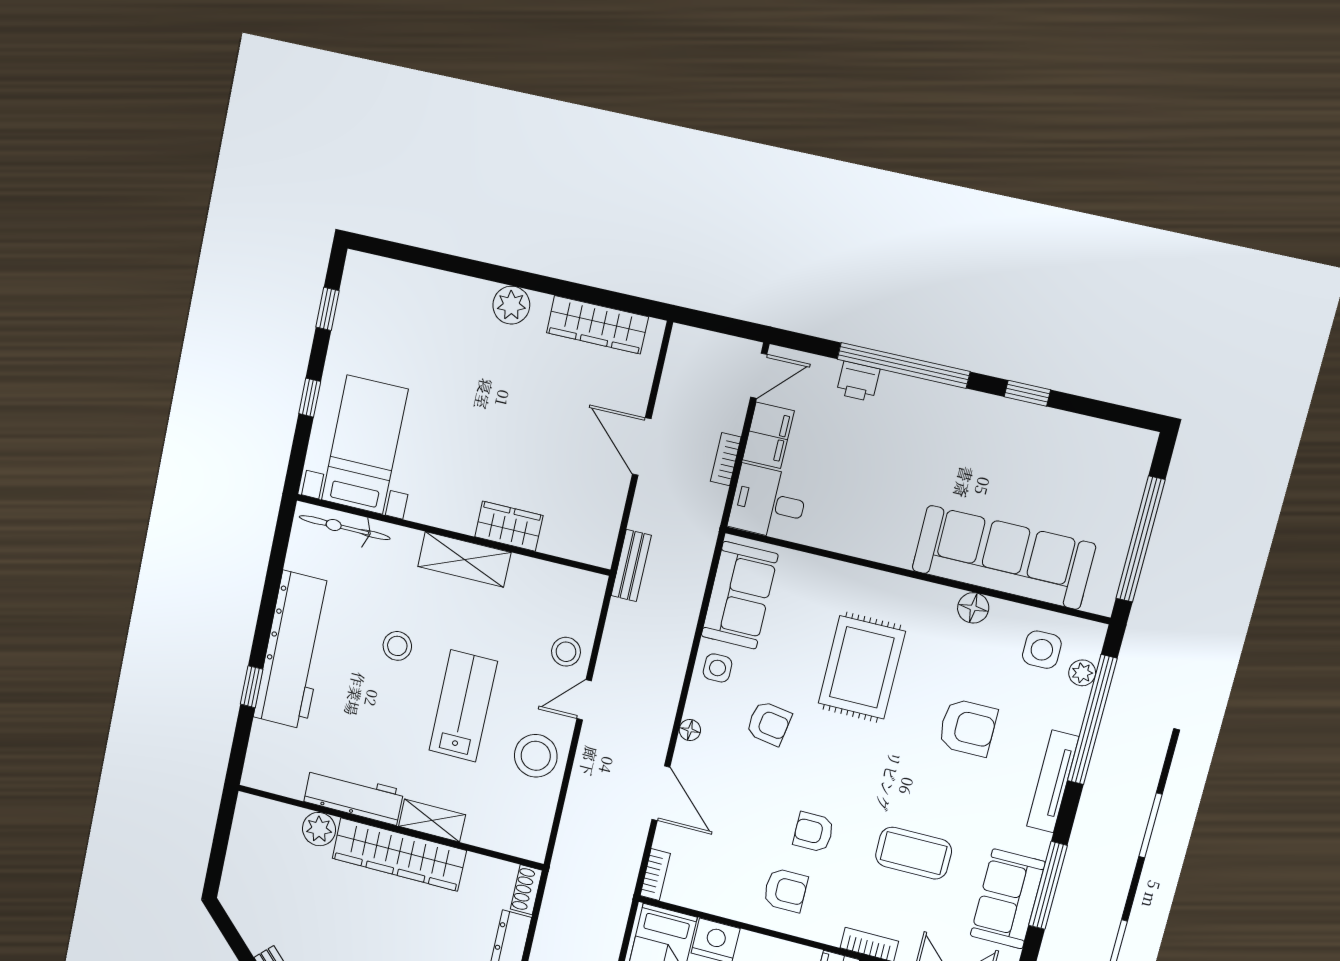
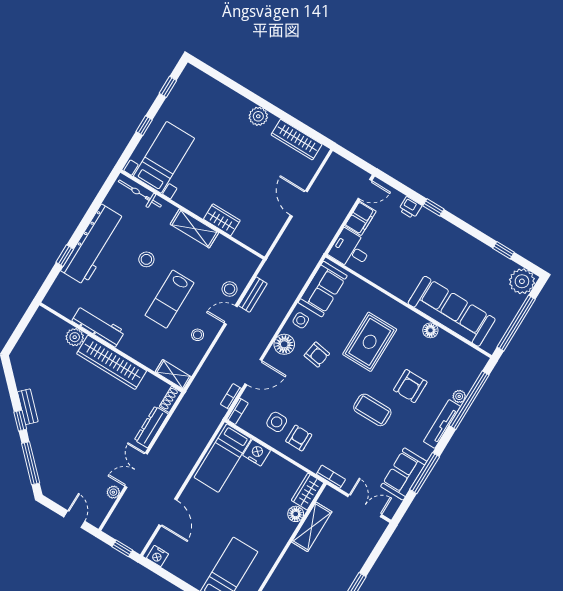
window: (904, 365) -> (433, 207), width x0.32
window: (1027, 393) -> (503, 250), moved
plant: (1127, 452) -> (522, 281), added
bookcase: (726, 459) -> (231, 396), moved
bench: (631, 565) -> (253, 295), moved
side table: (1042, 650) -> (277, 422), moved
plant: (1082, 673) -> (459, 396), moved
lab bench: (463, 706) -> (169, 299), turned 180
armchair: (968, 728) -> (410, 386), turned 90
floor lamp: (690, 730) -> (284, 344), width x1.89, depth x1.89
stool: (536, 756) -> (198, 335), width x0.53, depth x0.53
door: (661, 793) -> (253, 372), hinge flipped
shelving: (432, 820) -> (173, 374), moved
armchair: (813, 832) -> (321, 414), removed
coffee table: (914, 853) -> (372, 410), moved
armchair: (785, 890) -> (299, 438), turned -90

